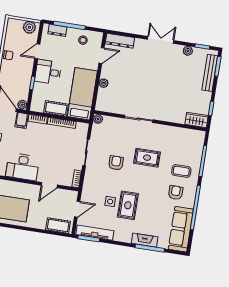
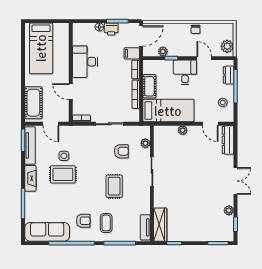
bench: (210, 73) -> (210, 236), removed
plant: (22, 105) -> (163, 51), moved
plant: (98, 119) -> (145, 143), moved
wardrobe: (197, 120) -> (160, 225), width x1.50
tv unit: (192, 134) -> (145, 227), added
armchair: (116, 163) -> (121, 151), moved
cot: (58, 226) -> (33, 103), width x1.37, depth x1.34
fireplace: (145, 240) -> (30, 178), moved

